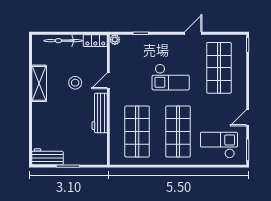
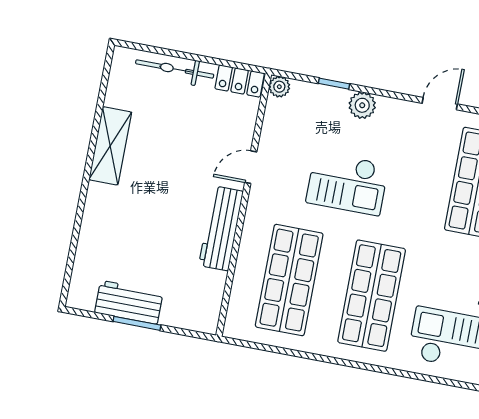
plant: (156, 41) -> (362, 105), added
checkout: (171, 77) -> (347, 183), moved
stool: (75, 83) -> (183, 158), removed
workbench: (47, 157) -> (129, 302), moved

